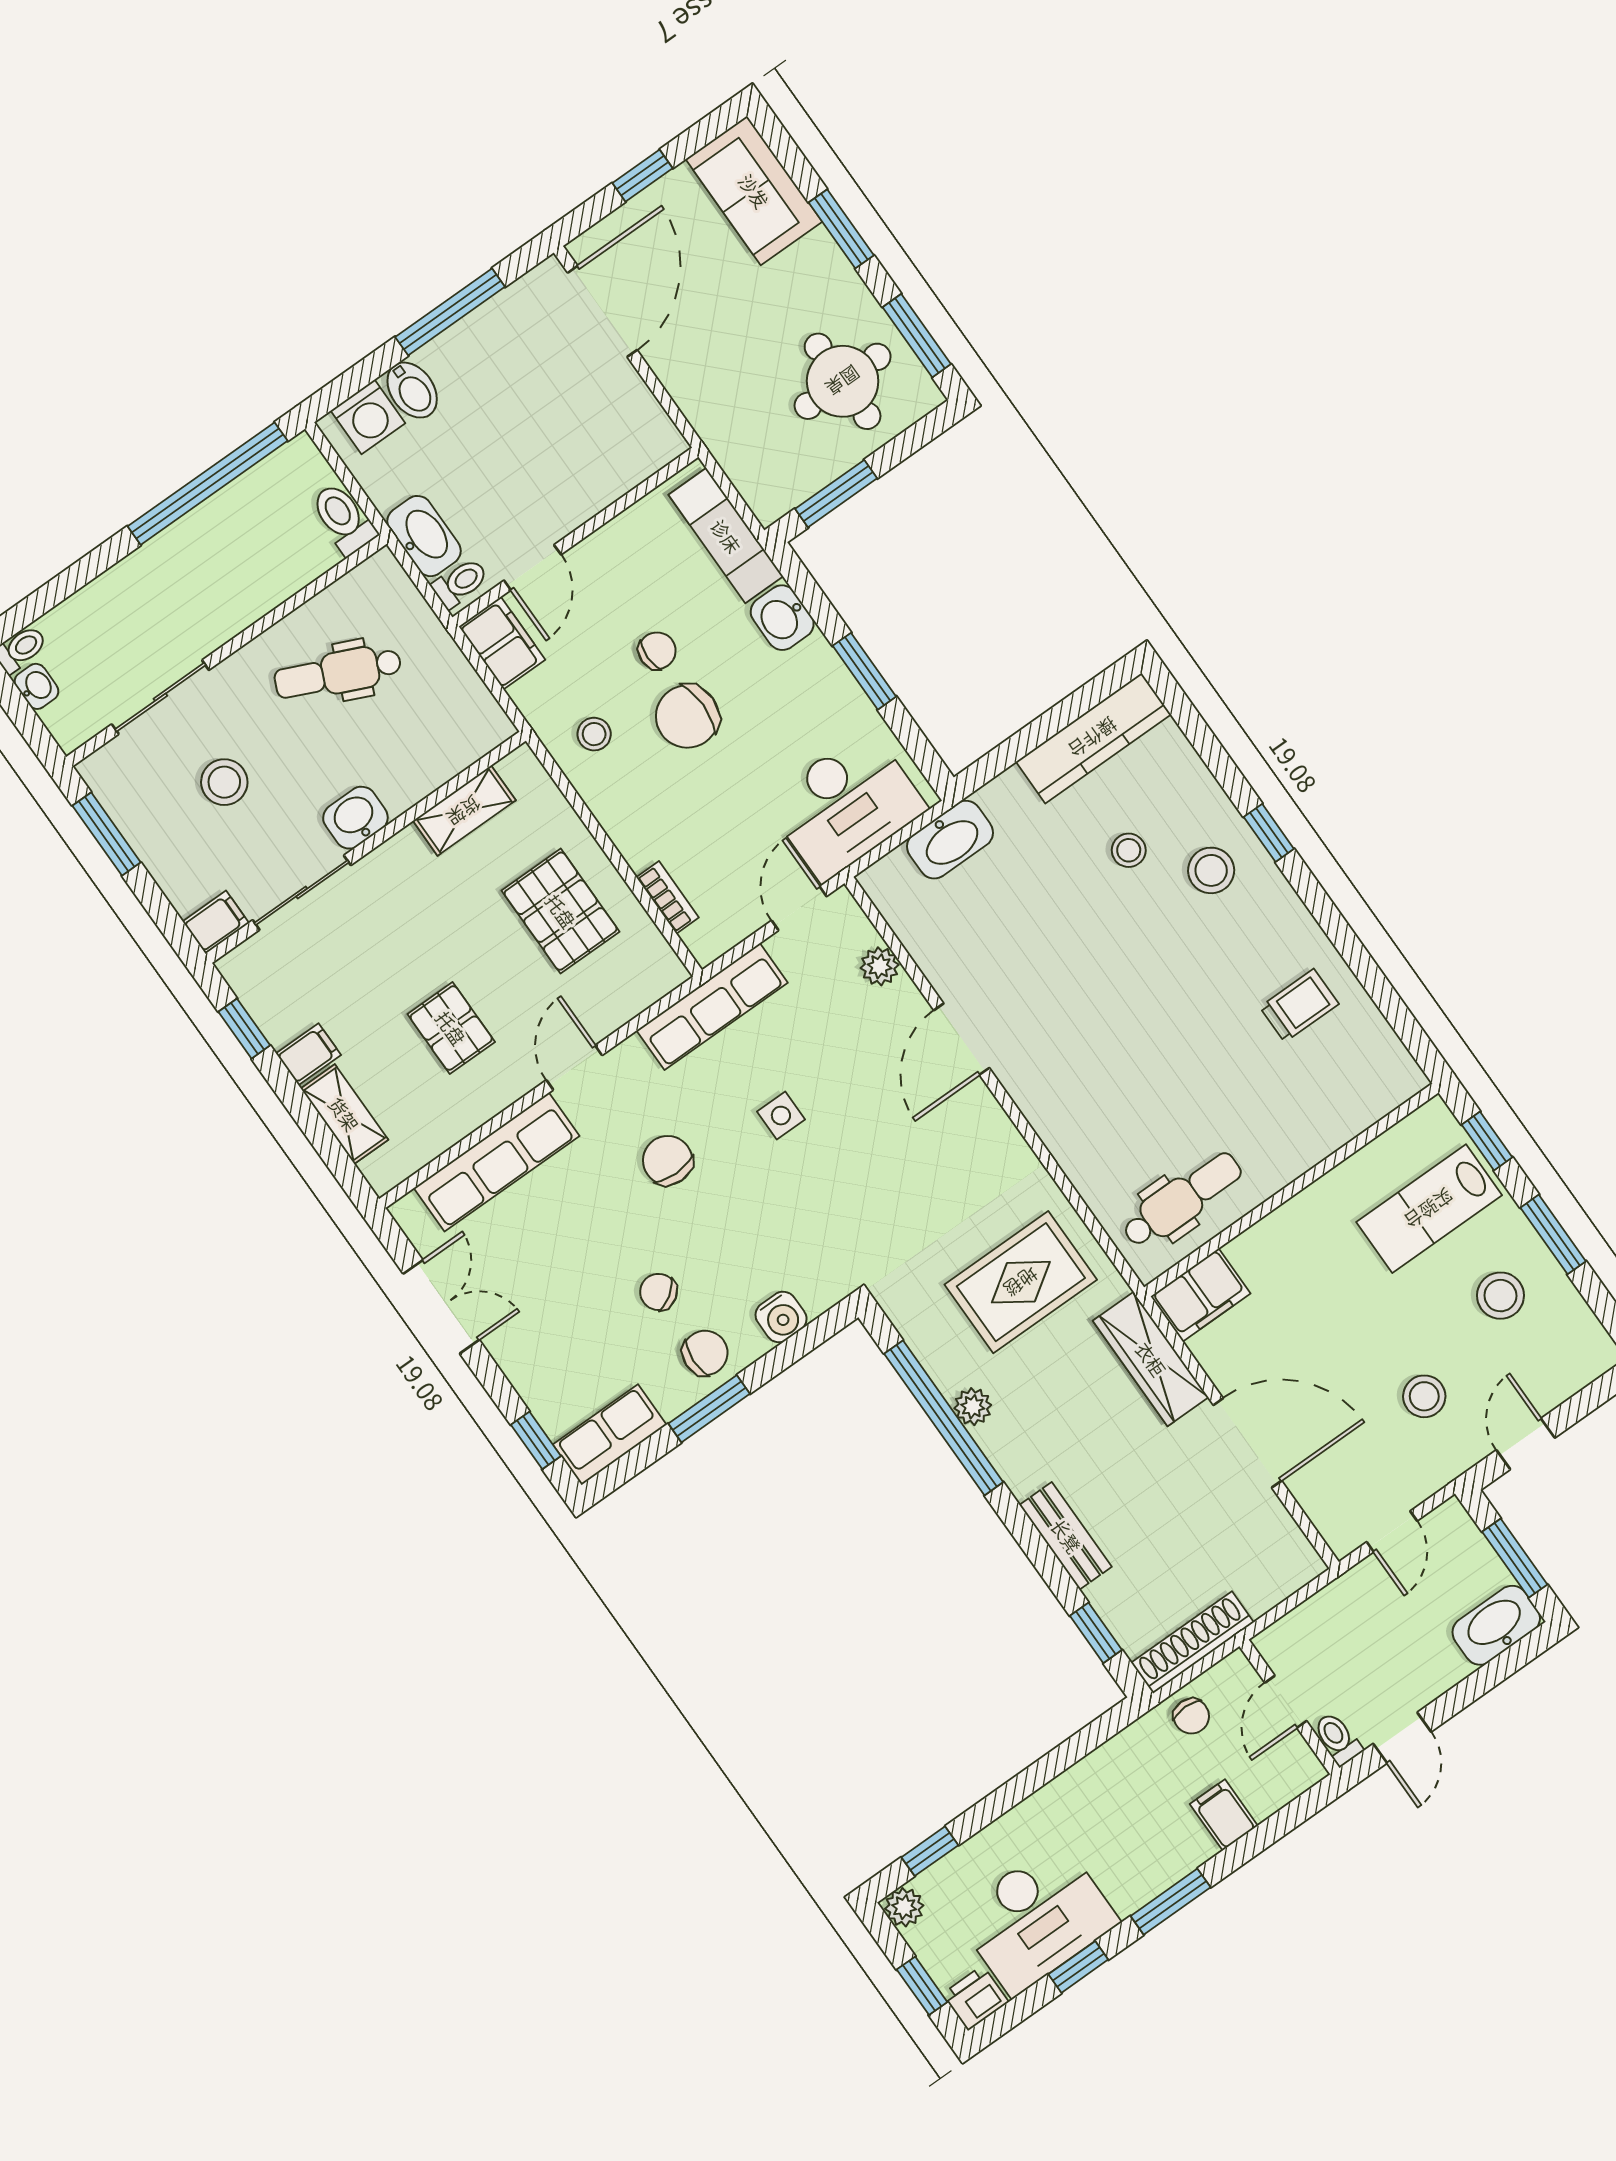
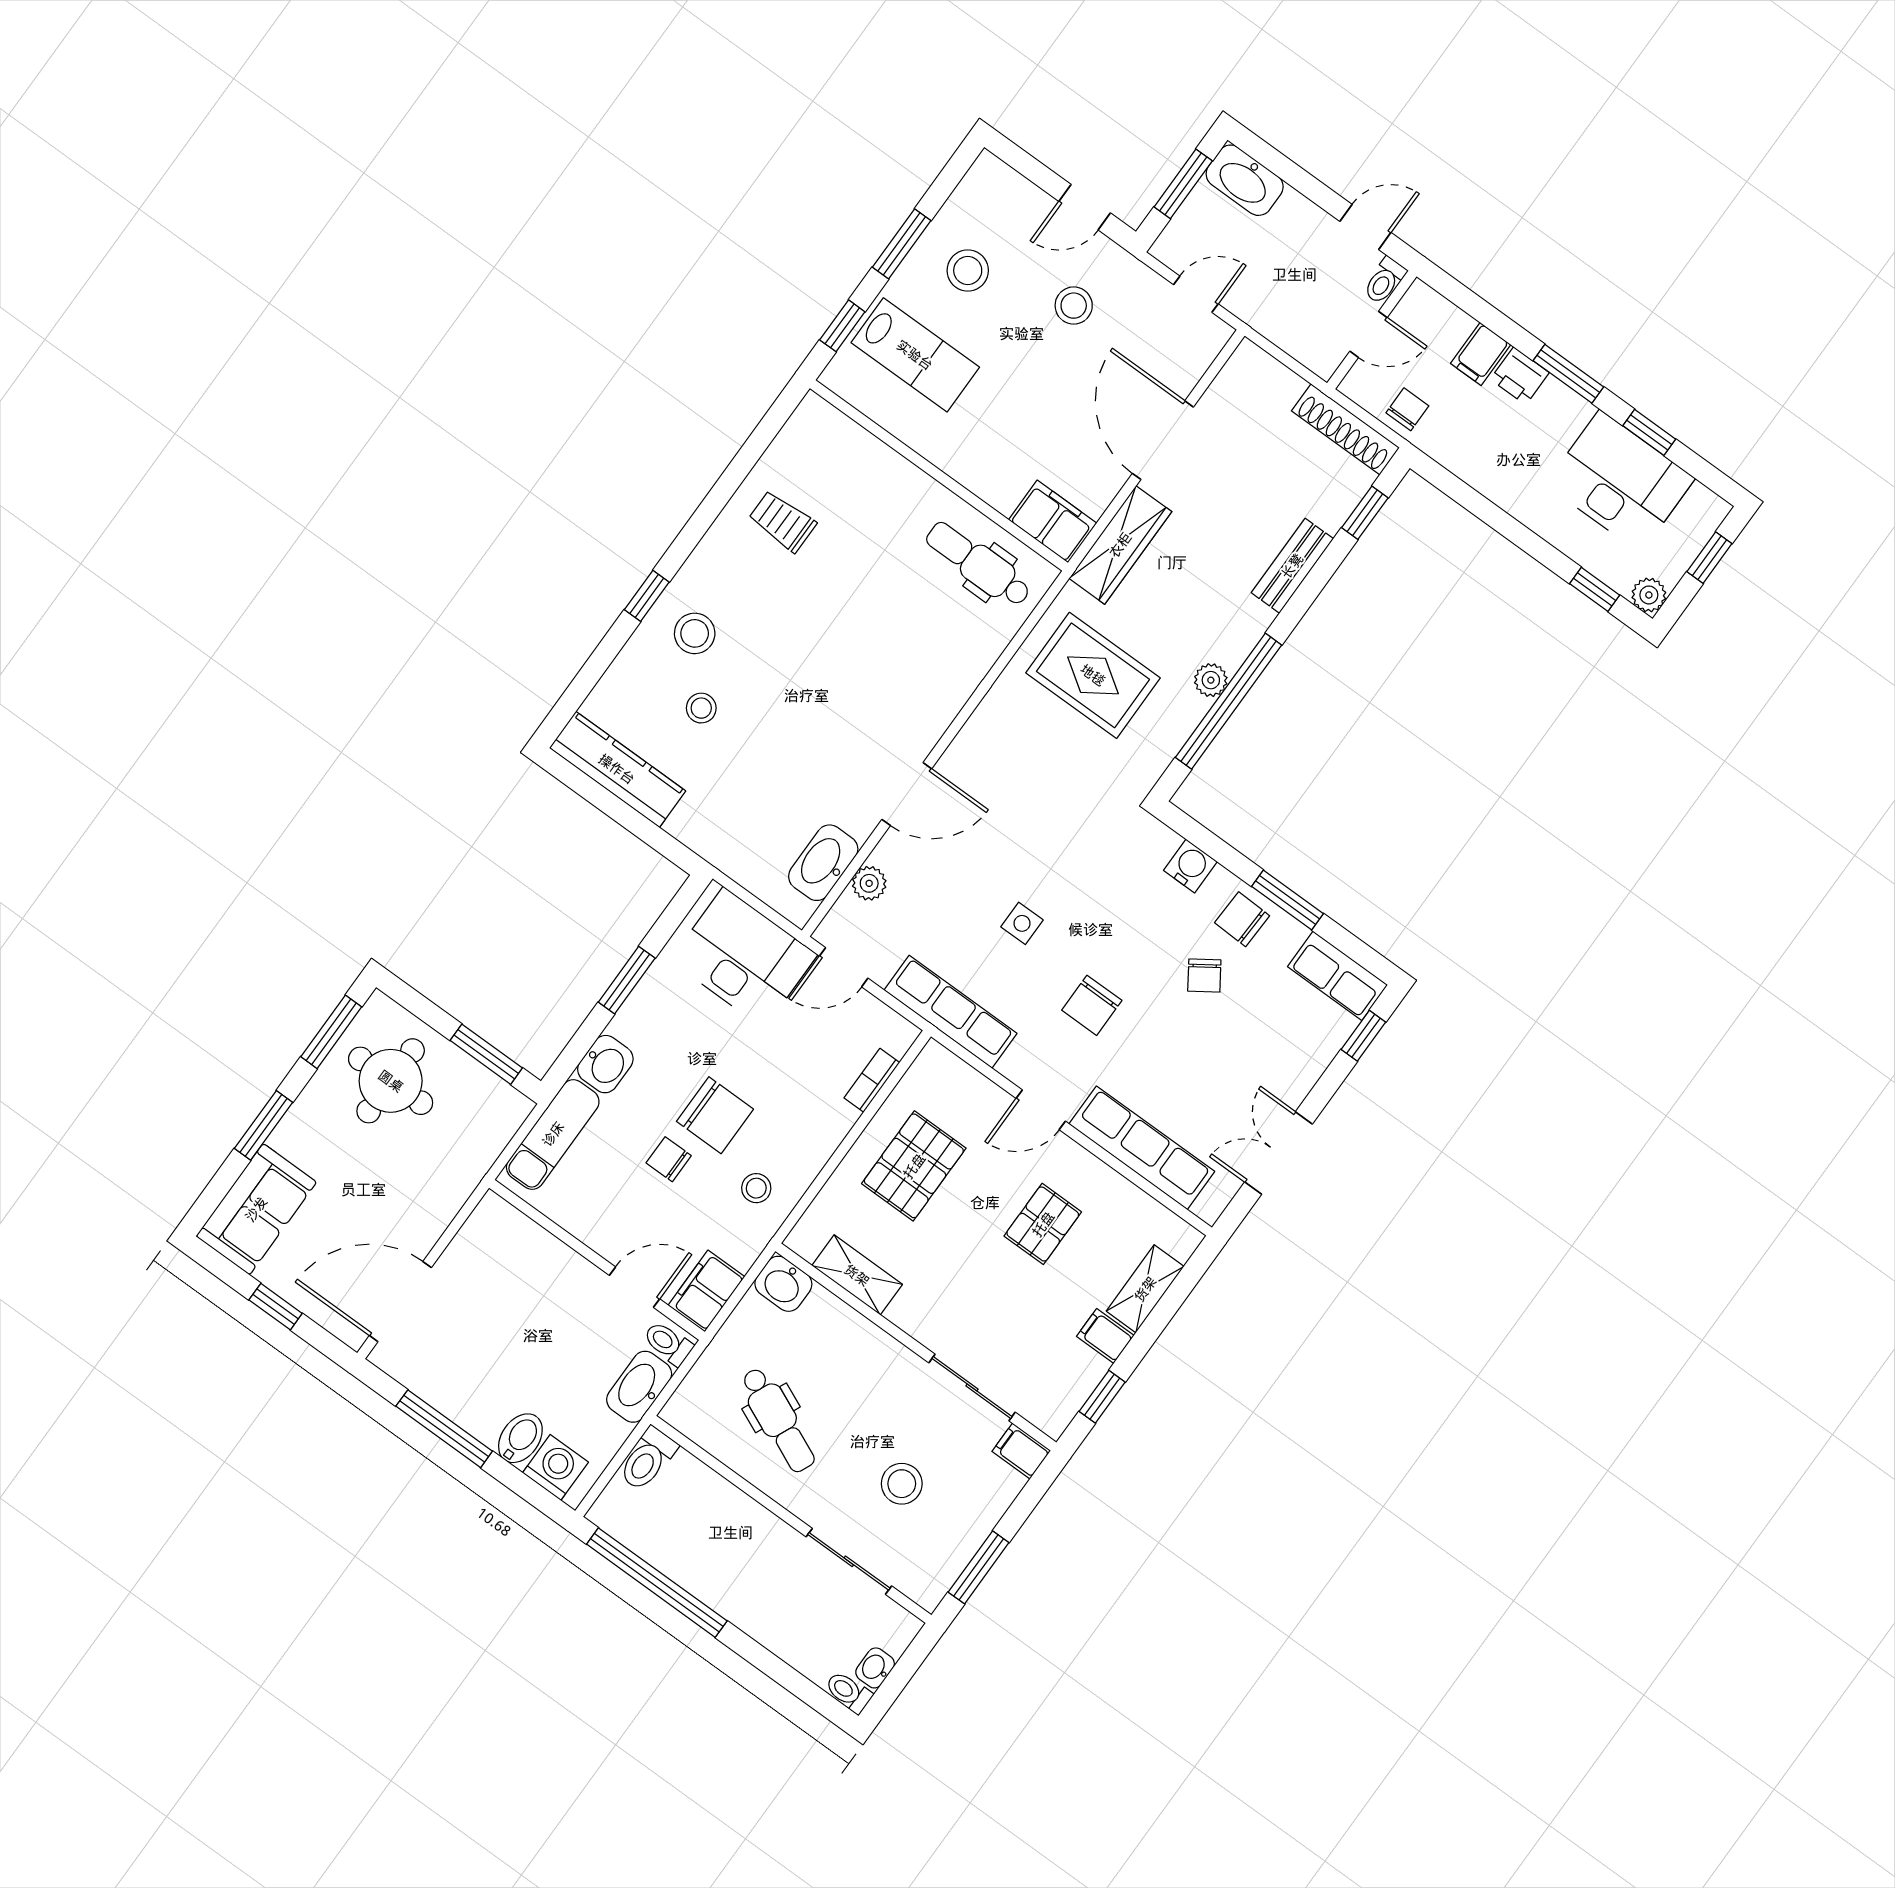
washbasin: (355, 818) -> (783, 1284), moved
washbasin: (950, 840) -> (823, 863), moved, turned -90
printer: (975, 1998) -> (1520, 376), moved

